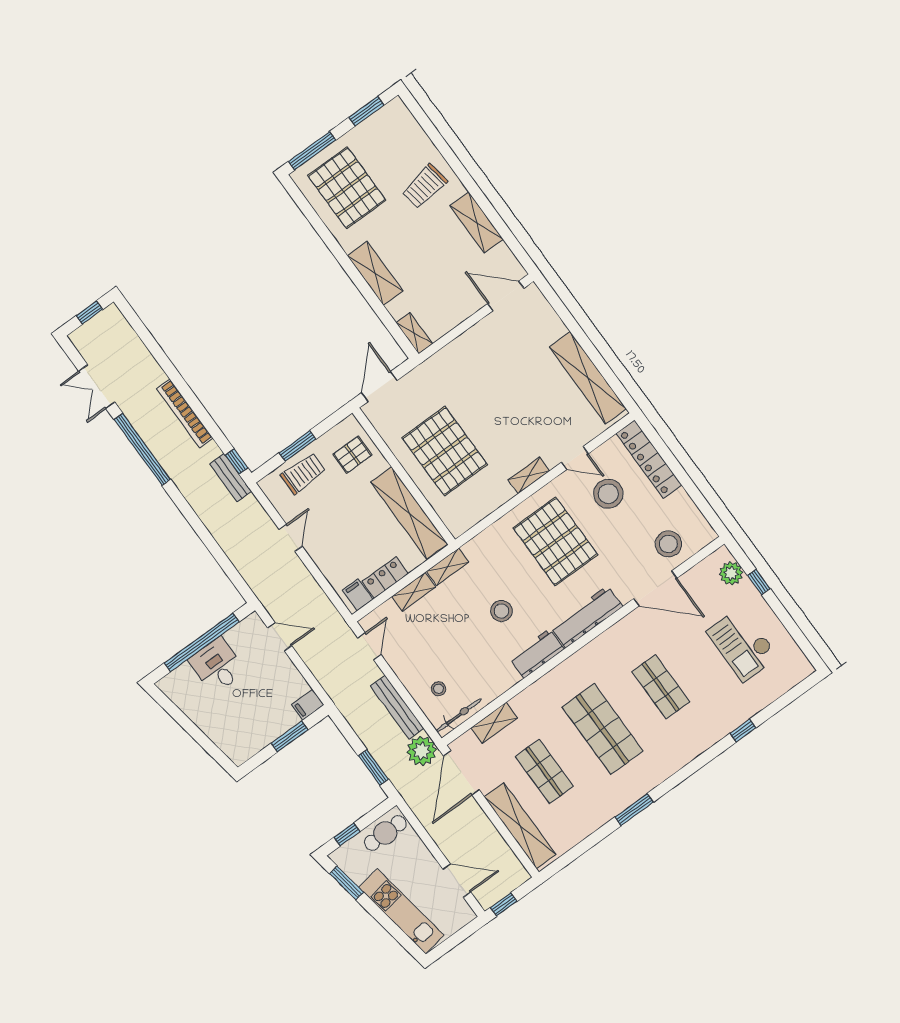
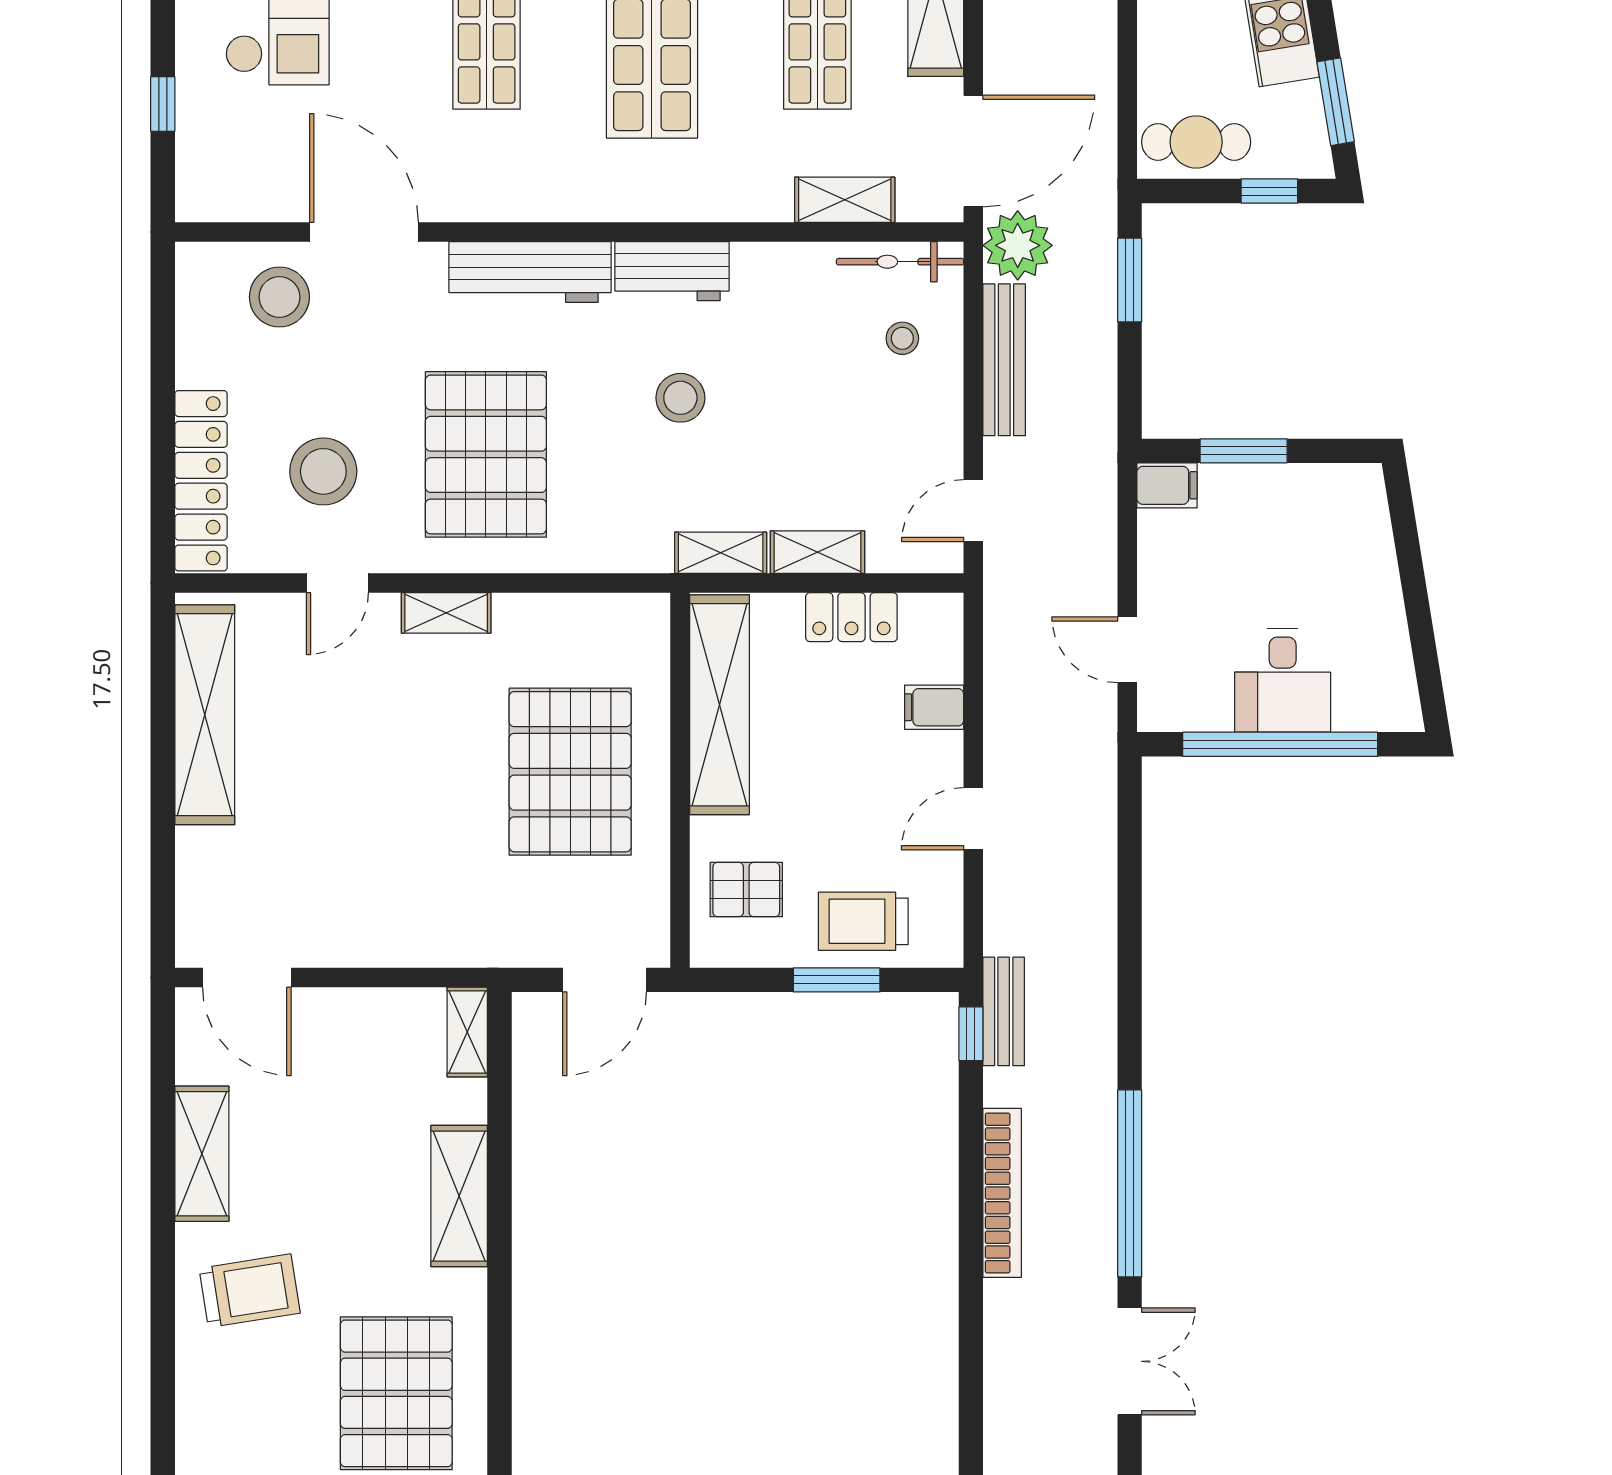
door: (575, 458) -> (337, 583), swing flipped
plant: (731, 573) -> (203, 158), removed
filing cabinet: (358, 595) -> (934, 707), moved, turned 90

